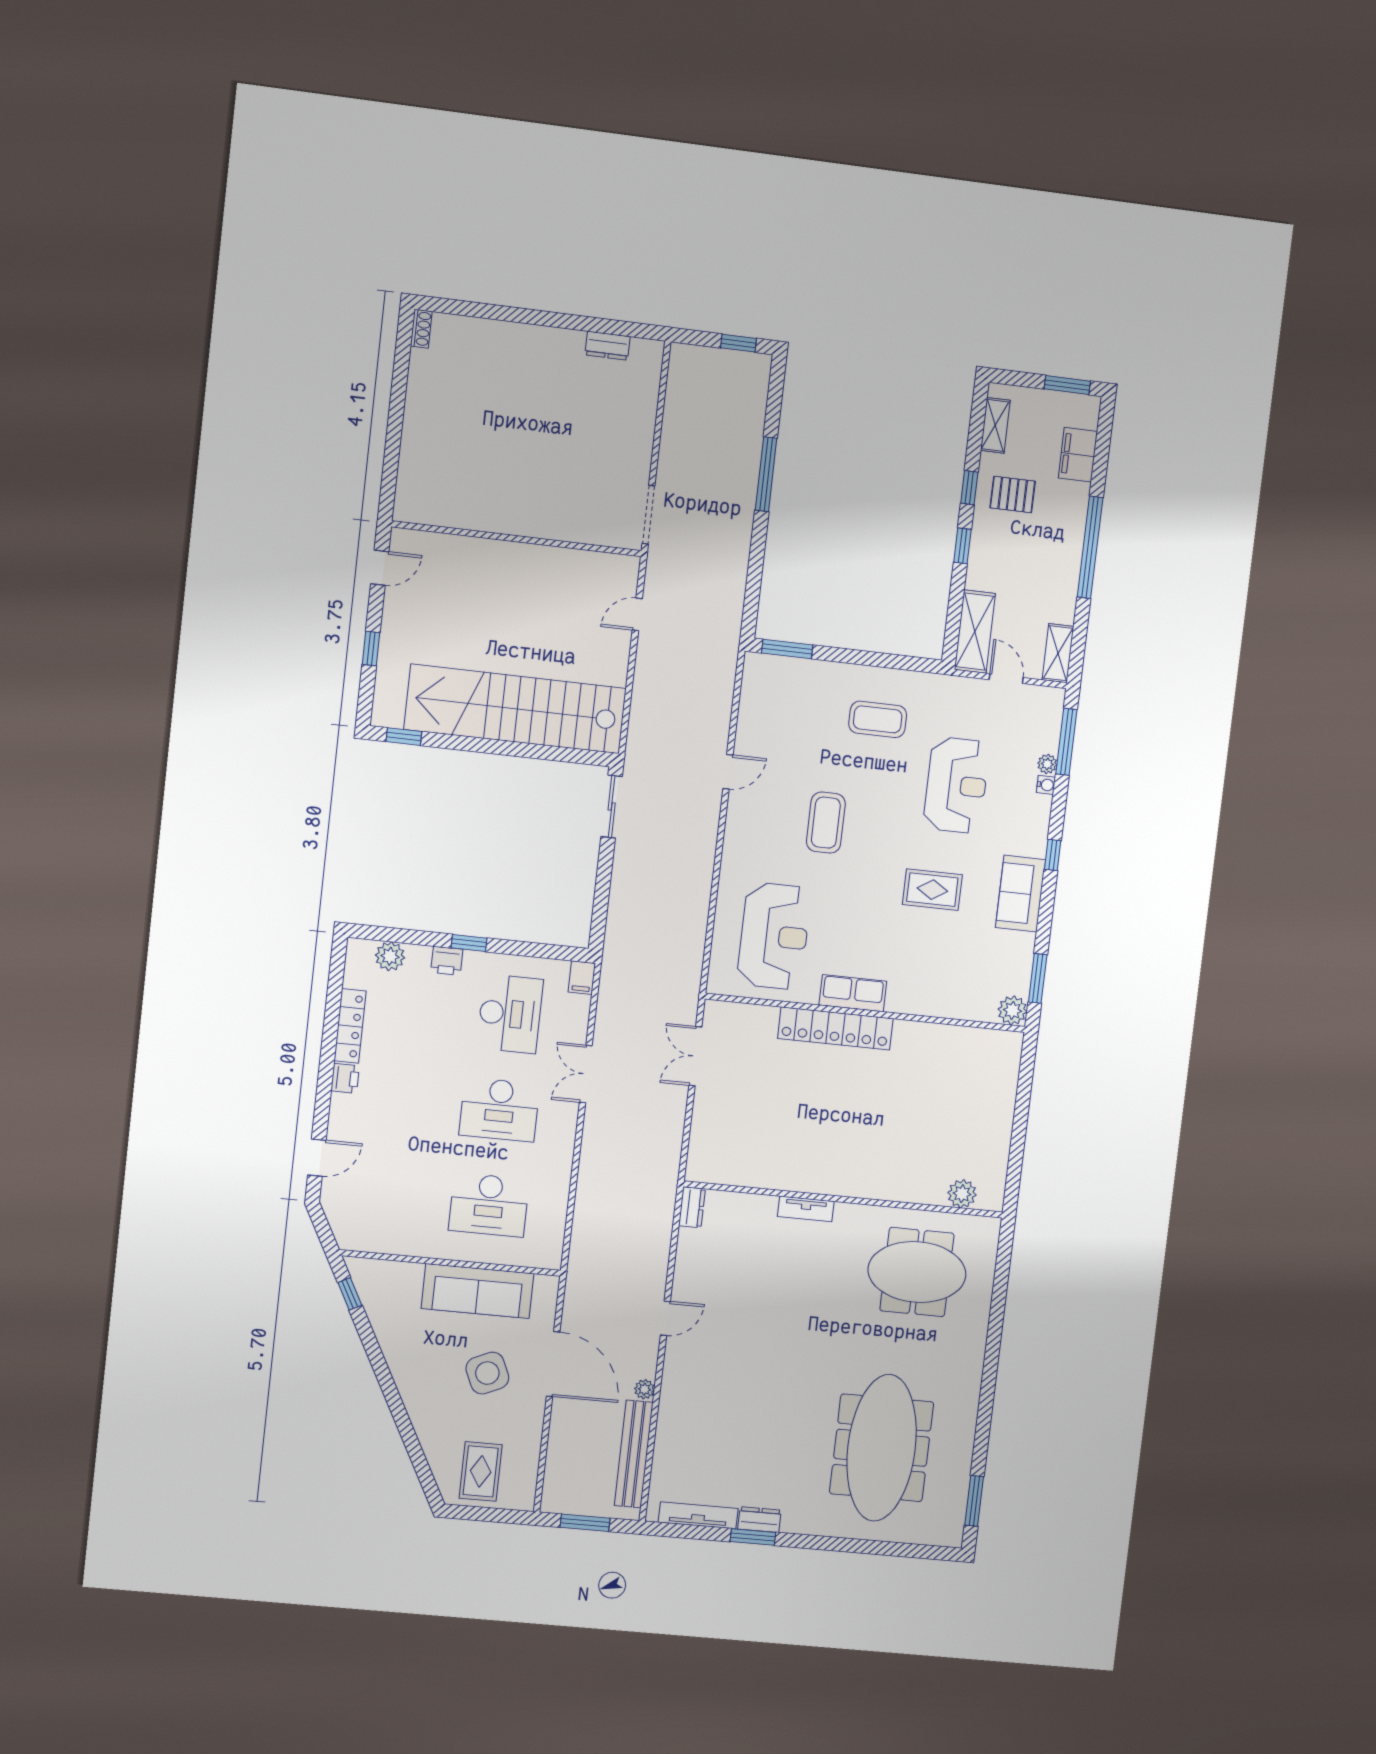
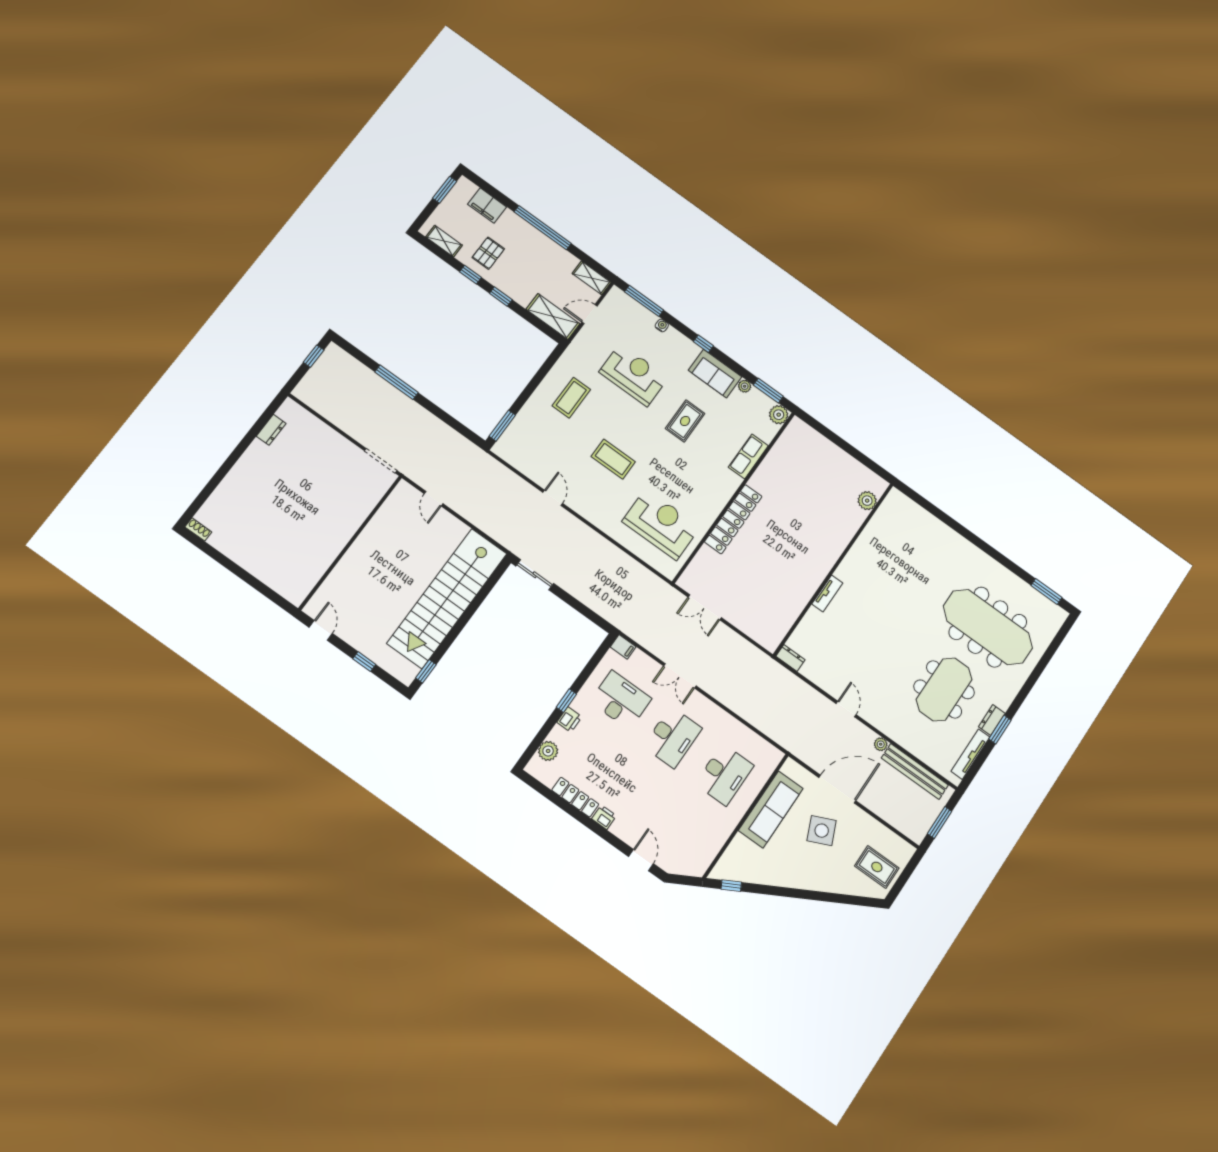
plant: (1047, 764) -> (745, 386), moved
row of seats: (853, 993) -> (748, 457), moved
meeting table: (917, 1272) -> (944, 689), moved

